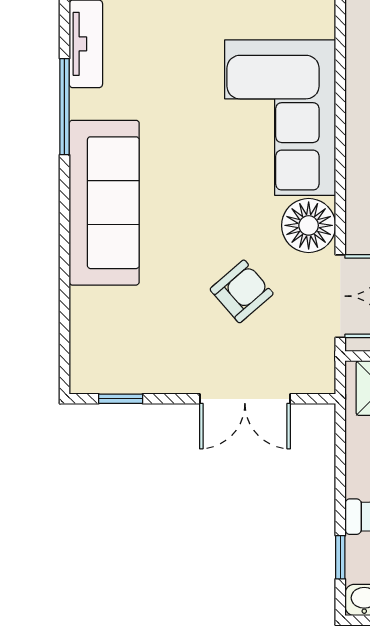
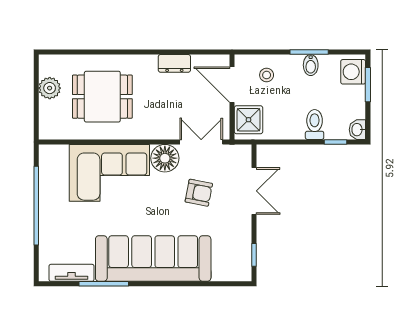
sofa: (104, 203) -> (153, 258), width x1.36, depth x1.27
armchair: (242, 291) -> (199, 193), turned 142

